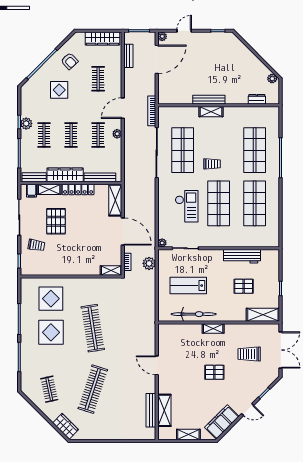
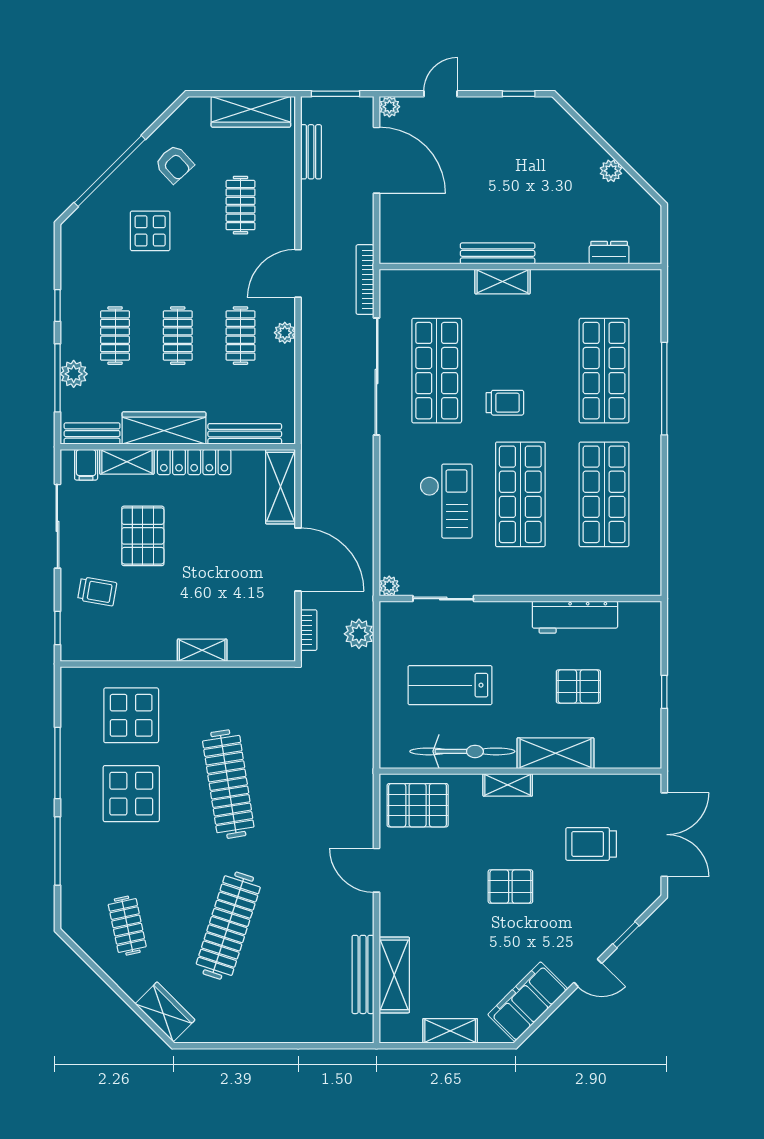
door: (157, 59) -> (377, 160), hinge flipped
plant: (272, 79) -> (611, 171), moved
plant: (26, 124) -> (74, 374), moved
shelving: (111, 270) -> (202, 650), moved
shelving: (263, 315) -> (556, 753), moved
pallet: (174, 337) -> (418, 805), added

